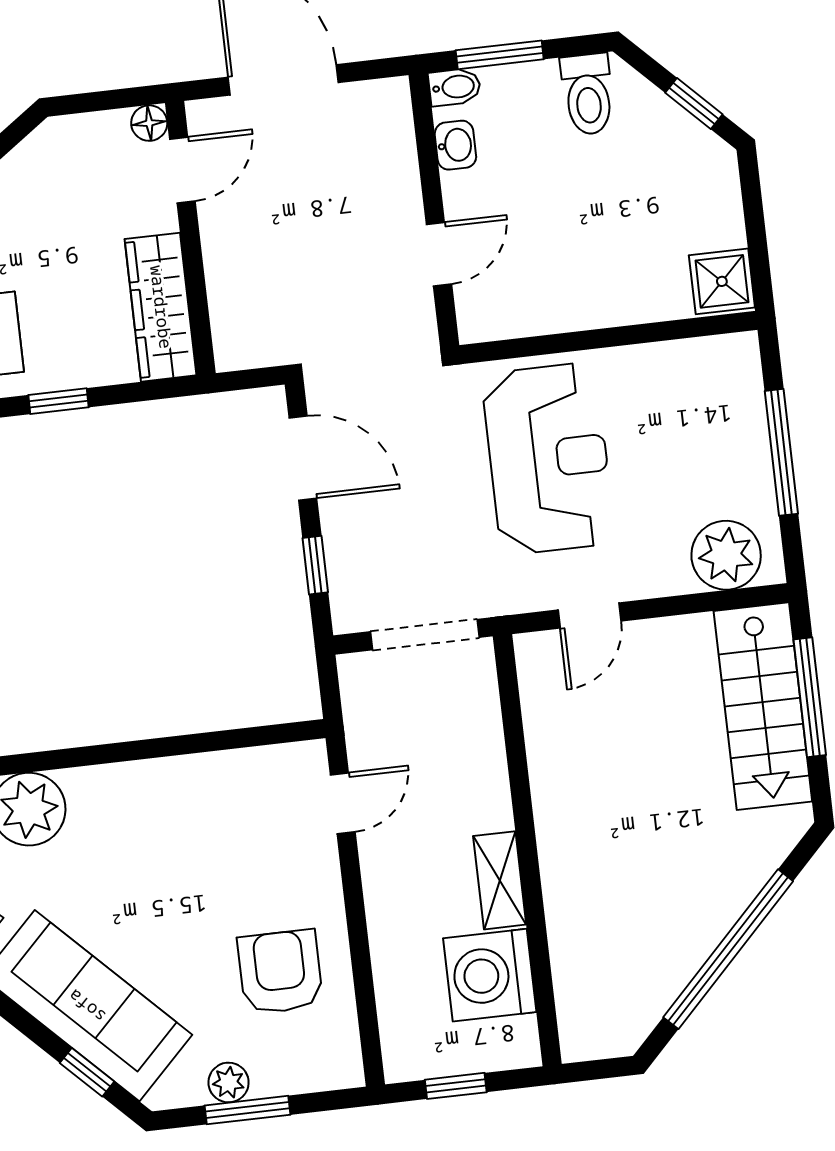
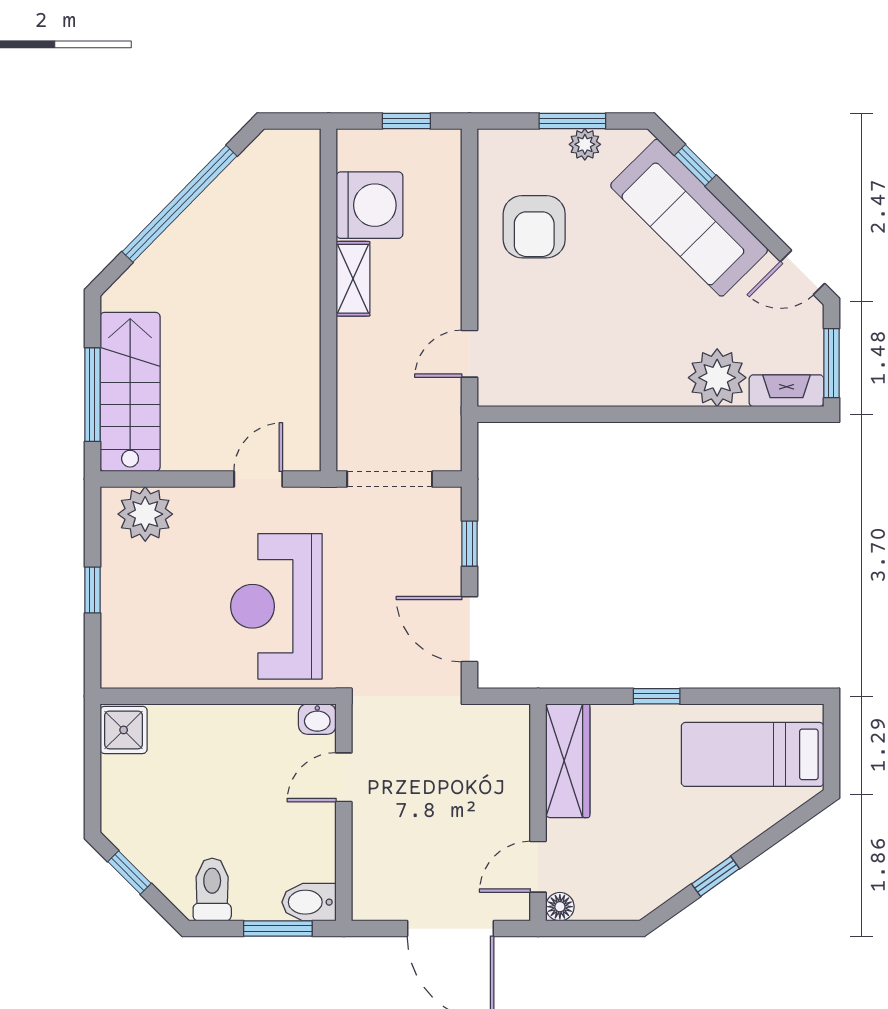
bidet: (455, 87) -> (309, 902), width x1.38, depth x1.36
washbasin: (455, 145) -> (317, 719), moved, turned -90
window: (781, 452) -> (92, 590), width x0.46

